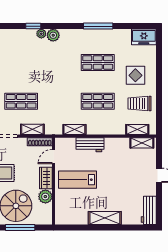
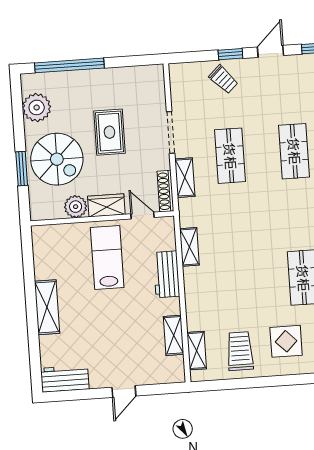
shop shelf: (98, 101) -> (294, 151), moved
shelving: (142, 143) -> (174, 335), moved
window: (20, 227) -> (22, 169), width x0.69

